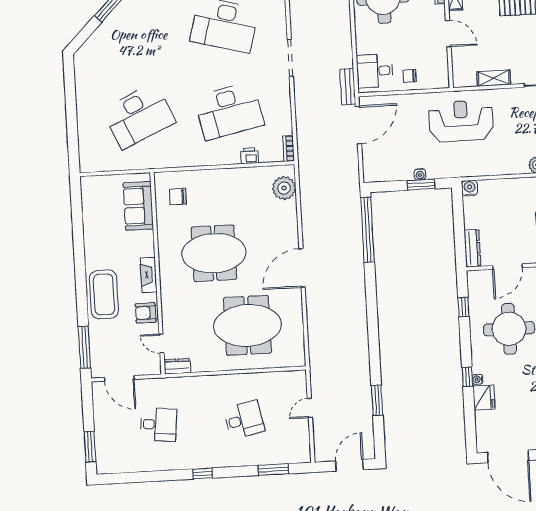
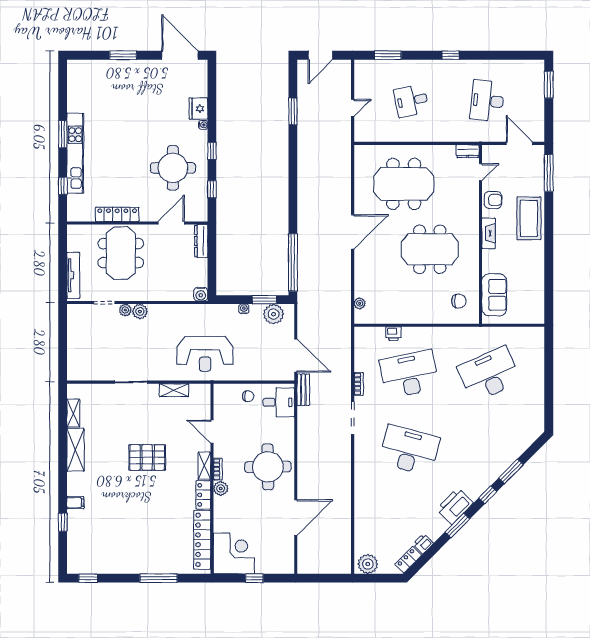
door: (358, 125) -> (296, 356), swing flipped
bookcase: (289, 148) -> (359, 384), moved
plant: (386, 170) -> (274, 314), added
window: (421, 185) -> (264, 300), moved
plant: (284, 188) -> (360, 303), width x0.53, depth x0.53
door: (161, 343) -> (481, 172), hinge flipped
window: (467, 377) -> (212, 151), moved
desk: (158, 425) -> (487, 101), width x1.37

